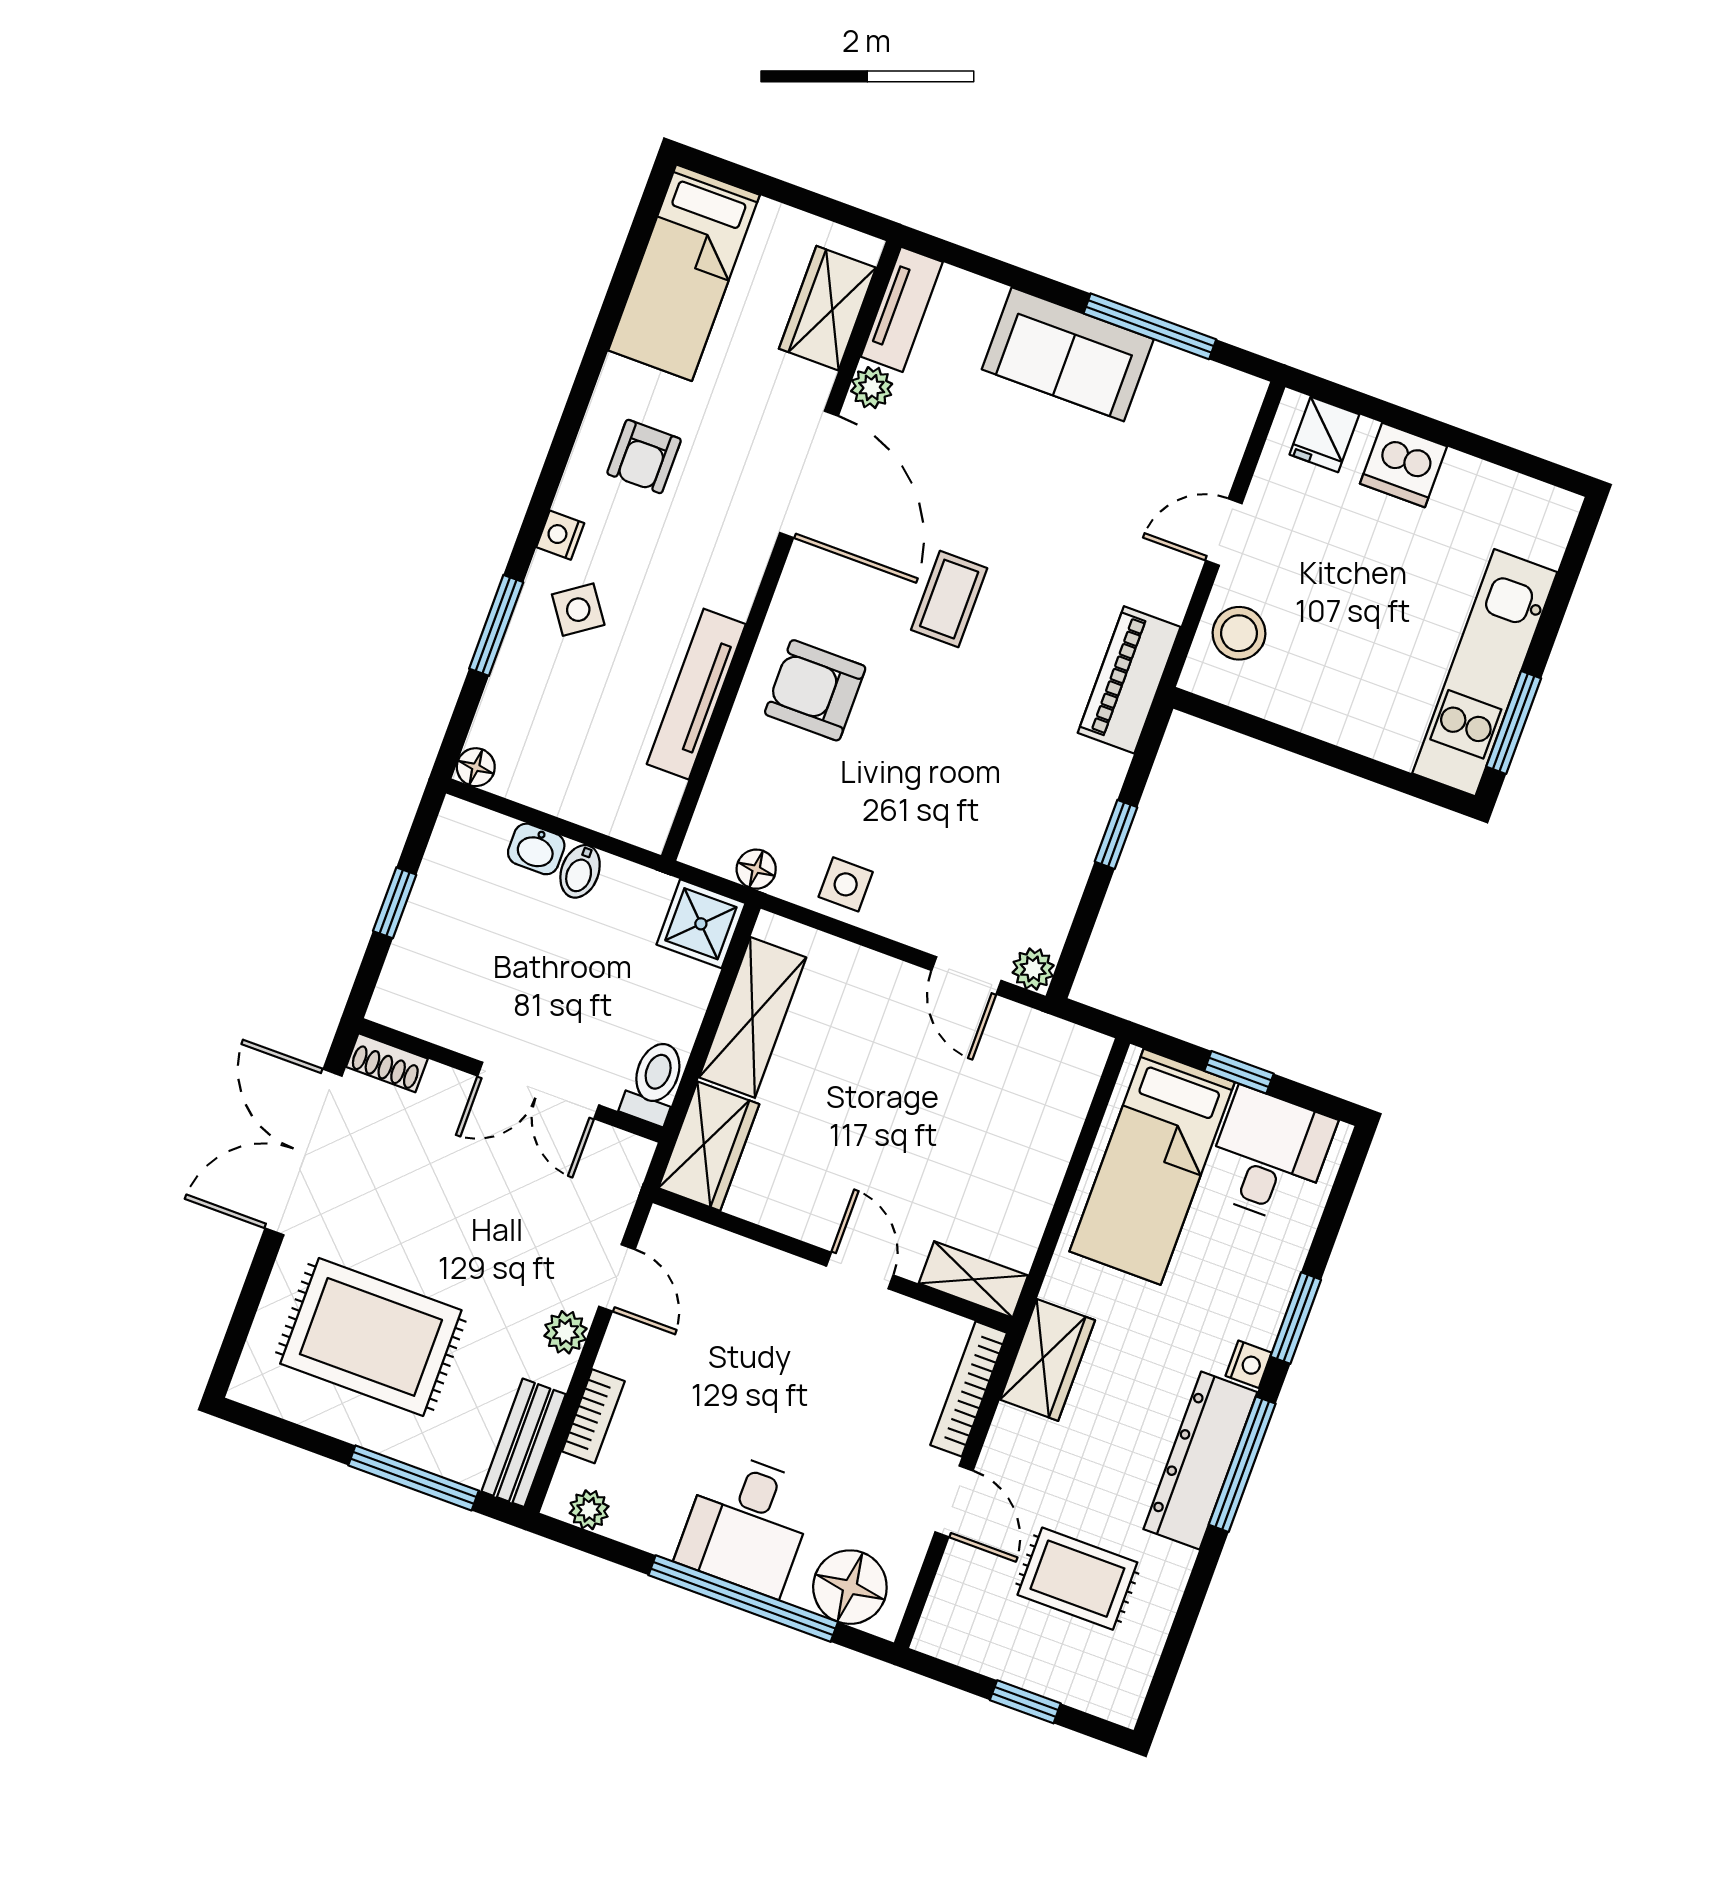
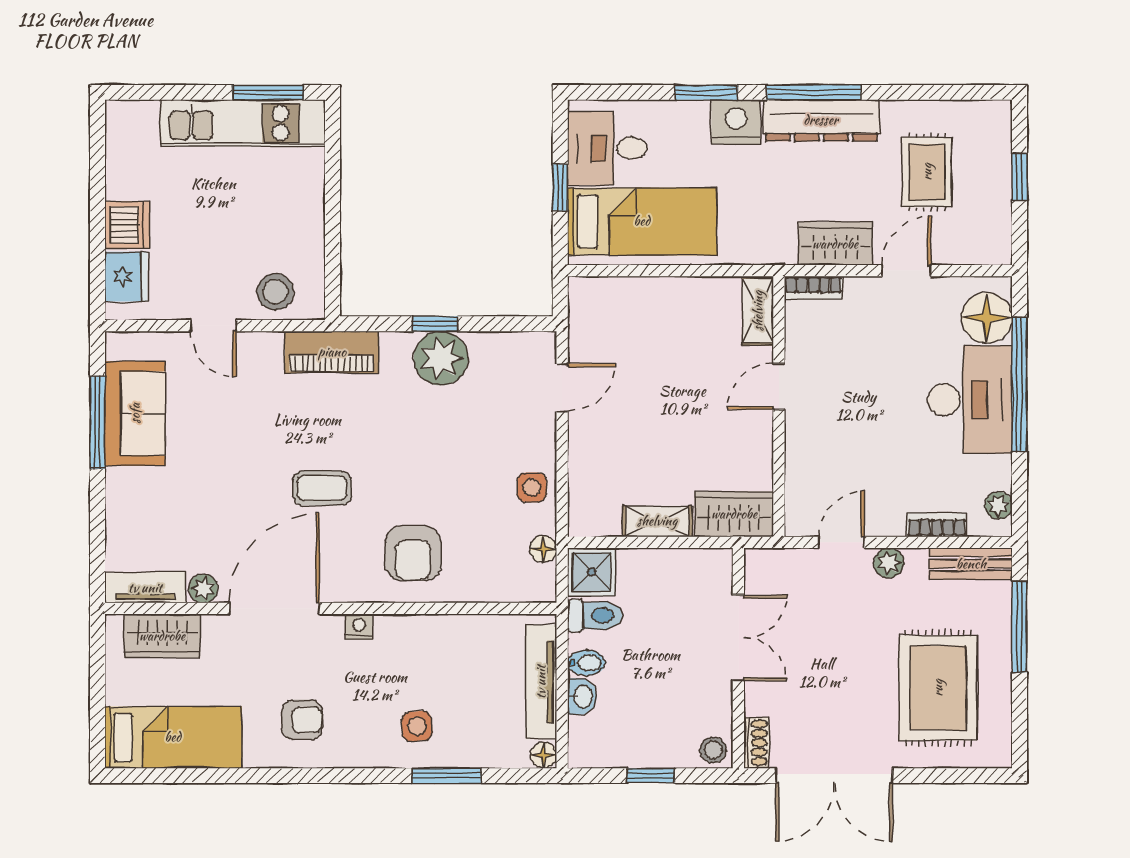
sofa: (1068, 354) -> (135, 413), moved
fridge: (1324, 434) -> (126, 277), width x1.38
nightstand: (560, 535) -> (359, 627), moved, turned 180
side table: (578, 610) -> (417, 726), turned 30
tv unit: (696, 694) -> (541, 682), moved, turned 90
plant: (1033, 969) -> (441, 358), moved, width x1.88, depth x1.88
stool: (398, 1000) -> (713, 750), added
shelving: (753, 1017) -> (657, 521), width x0.67, depth x0.75
toilet: (654, 1082) -> (595, 616), moved, turned 180
wardrobe: (1047, 1360) -> (835, 244), moved
nightstand: (1249, 1364) -> (736, 122), width x1.89, depth x1.79
bookcase: (969, 1389) -> (814, 288), width x0.64
desk: (747, 1524) -> (970, 400), width x1.37

